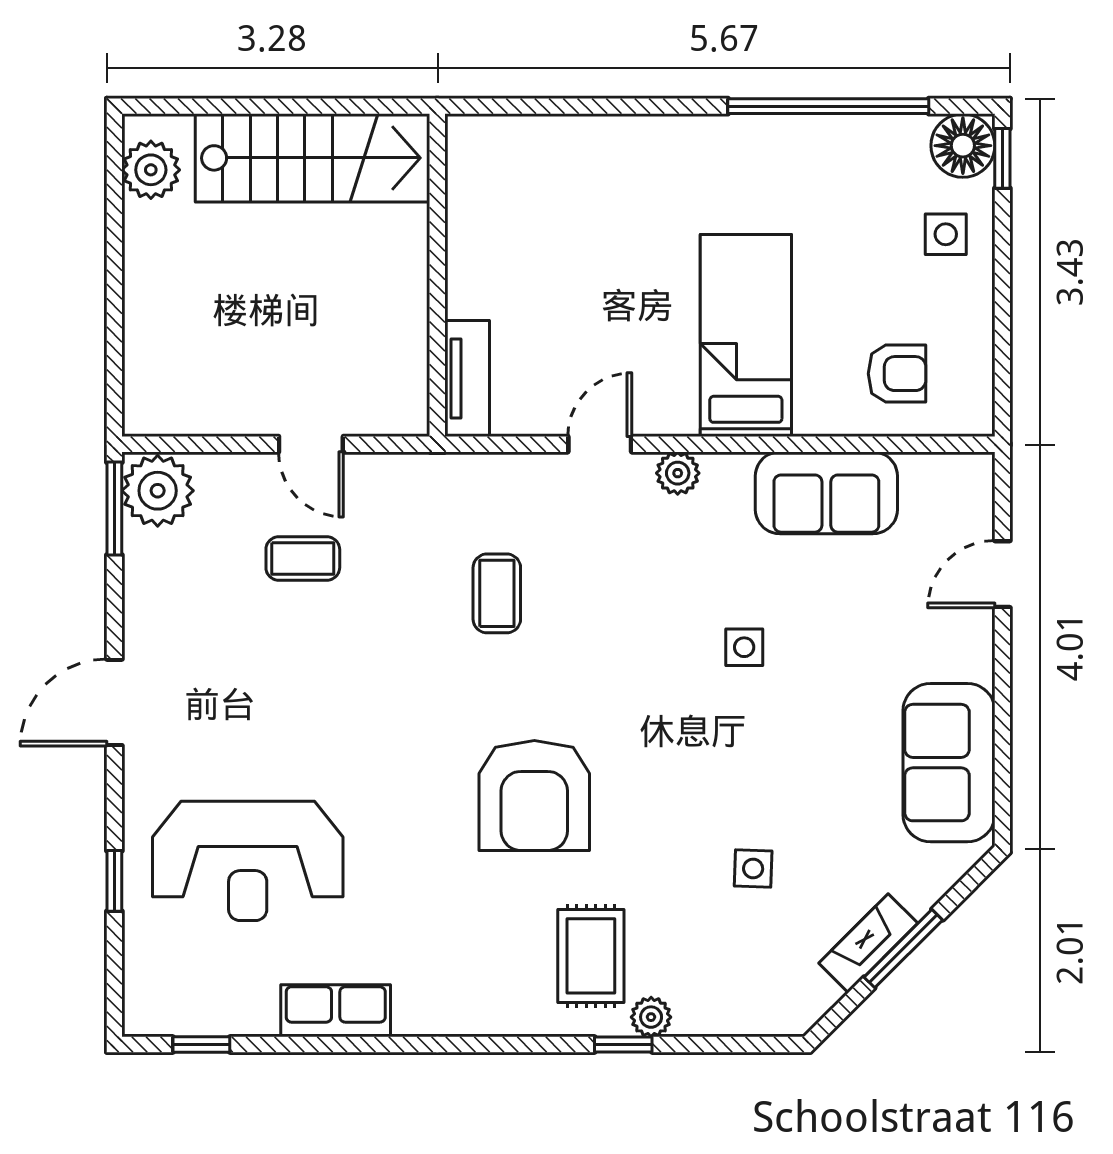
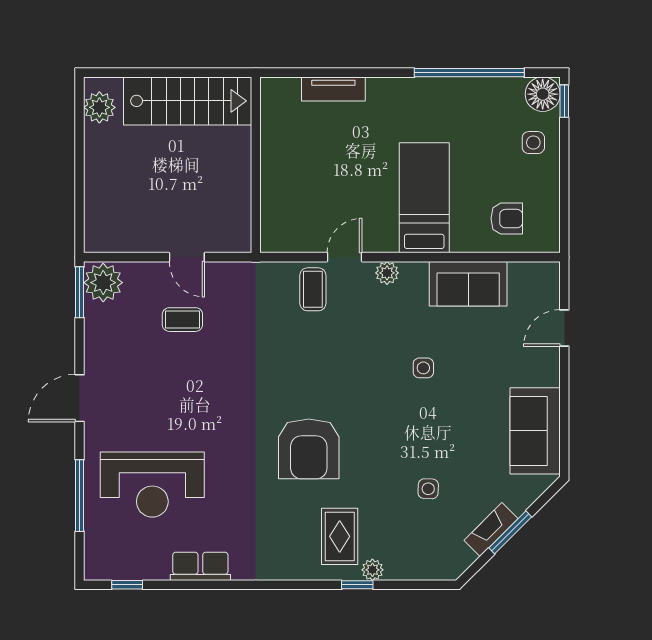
tv unit: (467, 378) -> (333, 89), moved, turned 90
coffee table: (497, 593) -> (313, 289), moved
window: (114, 881) -> (80, 496), width x2.17

